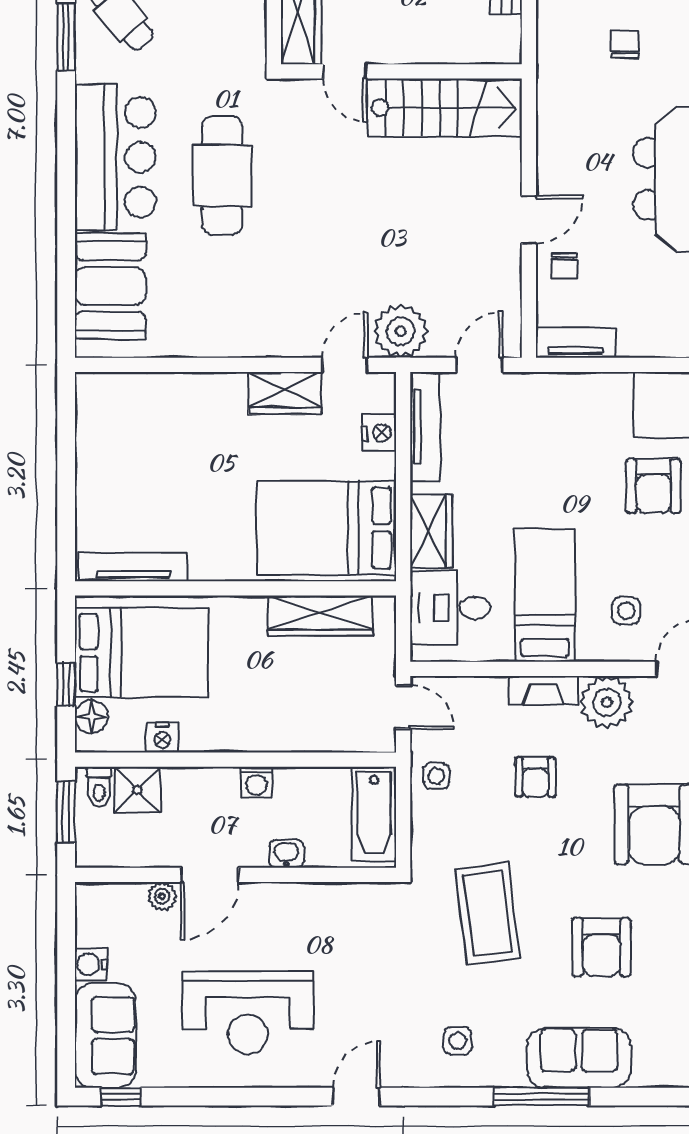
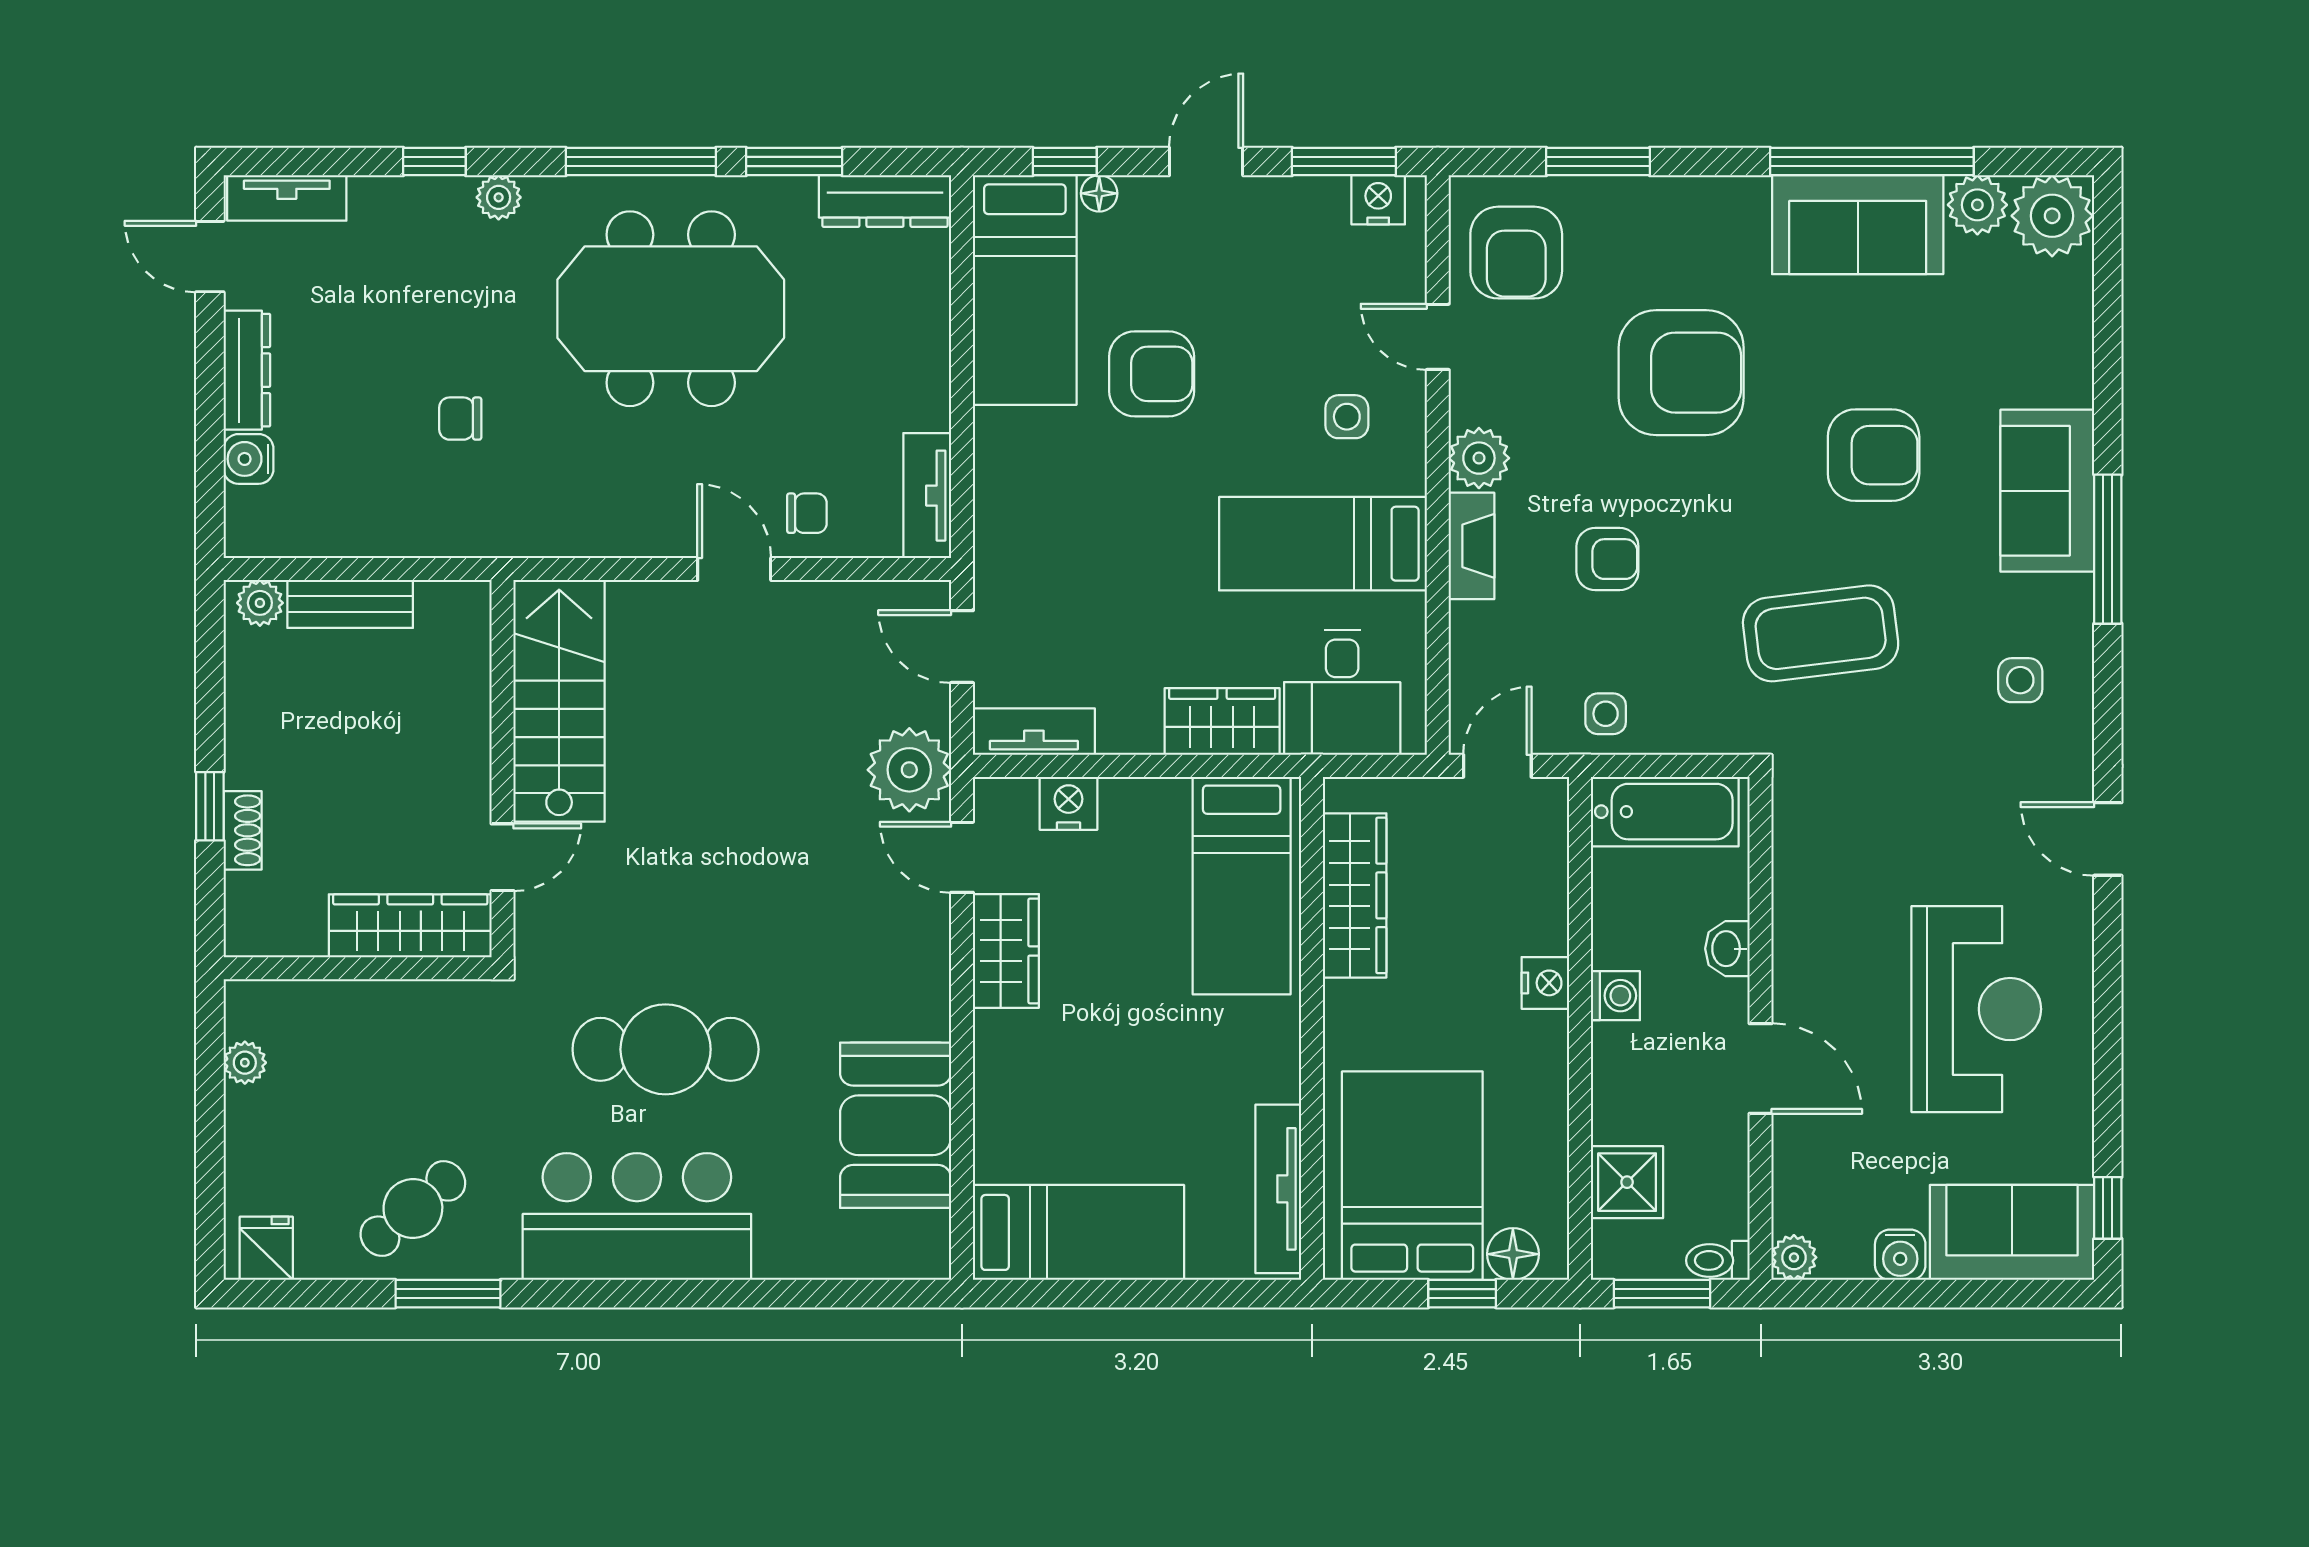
booth: (110, 286) -> (896, 1125), moved, turned 90
tv unit: (425, 427) -> (1034, 732), width x0.71
bed: (105, 439) -> (1079, 1232), added
bed: (327, 528) -> (1242, 886), width x0.67
plant: (607, 702) -> (1479, 458), width x0.73, depth x0.73
nightstand: (162, 737) -> (1545, 983), moved
toilet: (99, 787) -> (1718, 1260), moved, turned 180
plant: (162, 896) -> (1794, 1257), moved

